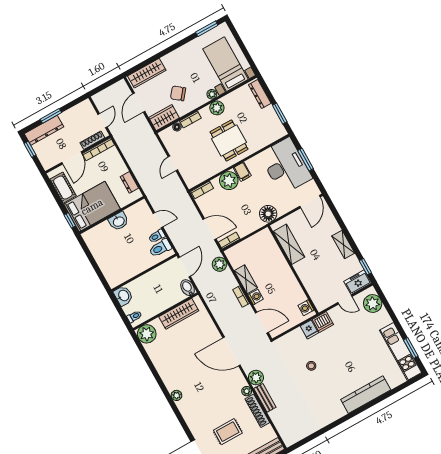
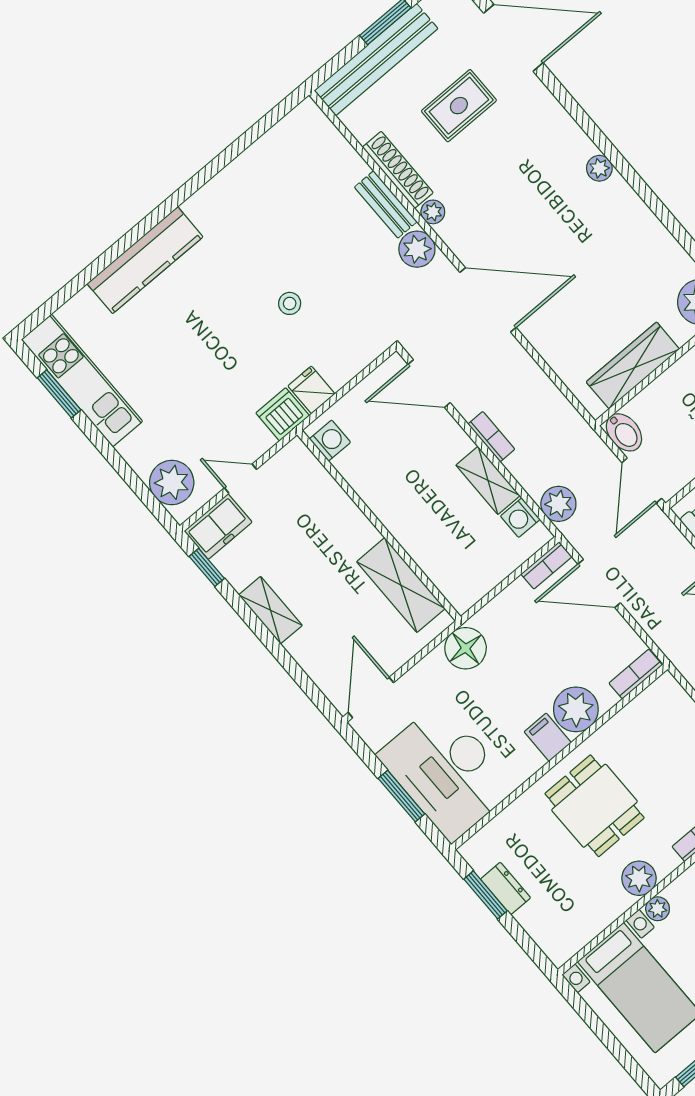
dresser: (260, 94) -> (505, 888), moved, width x0.70
washing machine: (256, 297) -> (520, 518), moved

